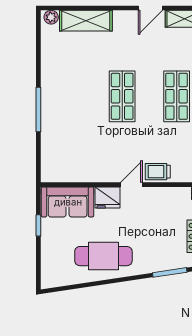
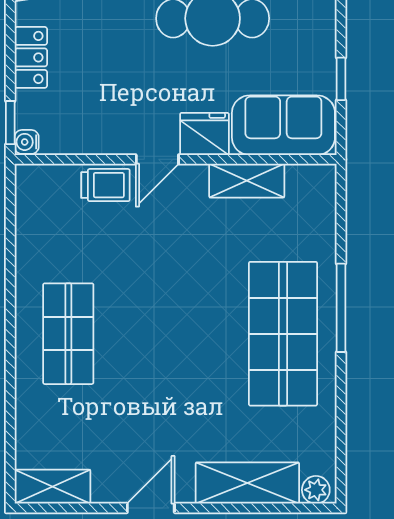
door: (150, 8) -> (151, 508), moved
shop shelf: (122, 96) -> (283, 334), moved, width x1.43, depth x1.36
shelving: (86, 174) -> (247, 181), added

